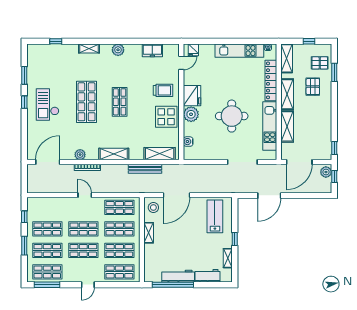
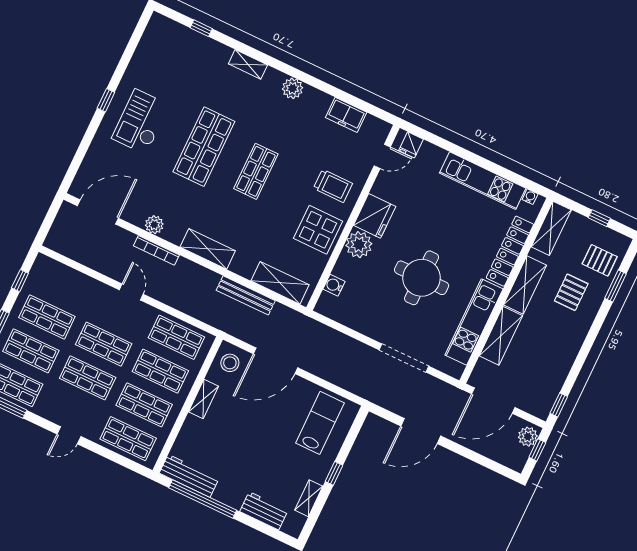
window: (24, 75) -> (126, 58), removed
workbench: (178, 276) -> (189, 476), moved

